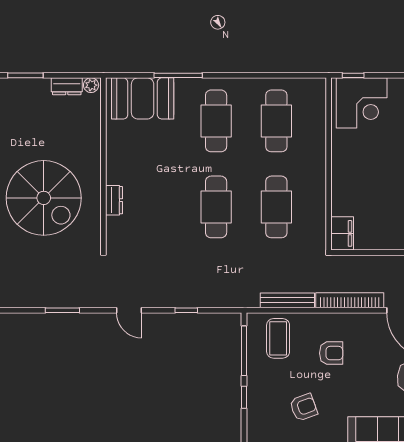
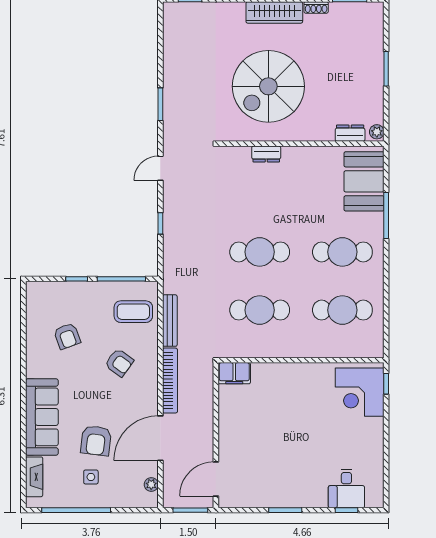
dresser: (67, 86) -> (350, 133), moved, turned 90
armchair: (331, 353) -> (119, 363), turned -54

